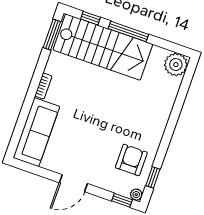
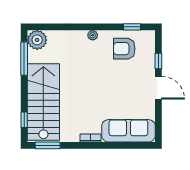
window: (128, 31) -> (24, 59), moved
plant: (136, 195) -> (93, 35), moved
window: (122, 200) -> (158, 61), moved

